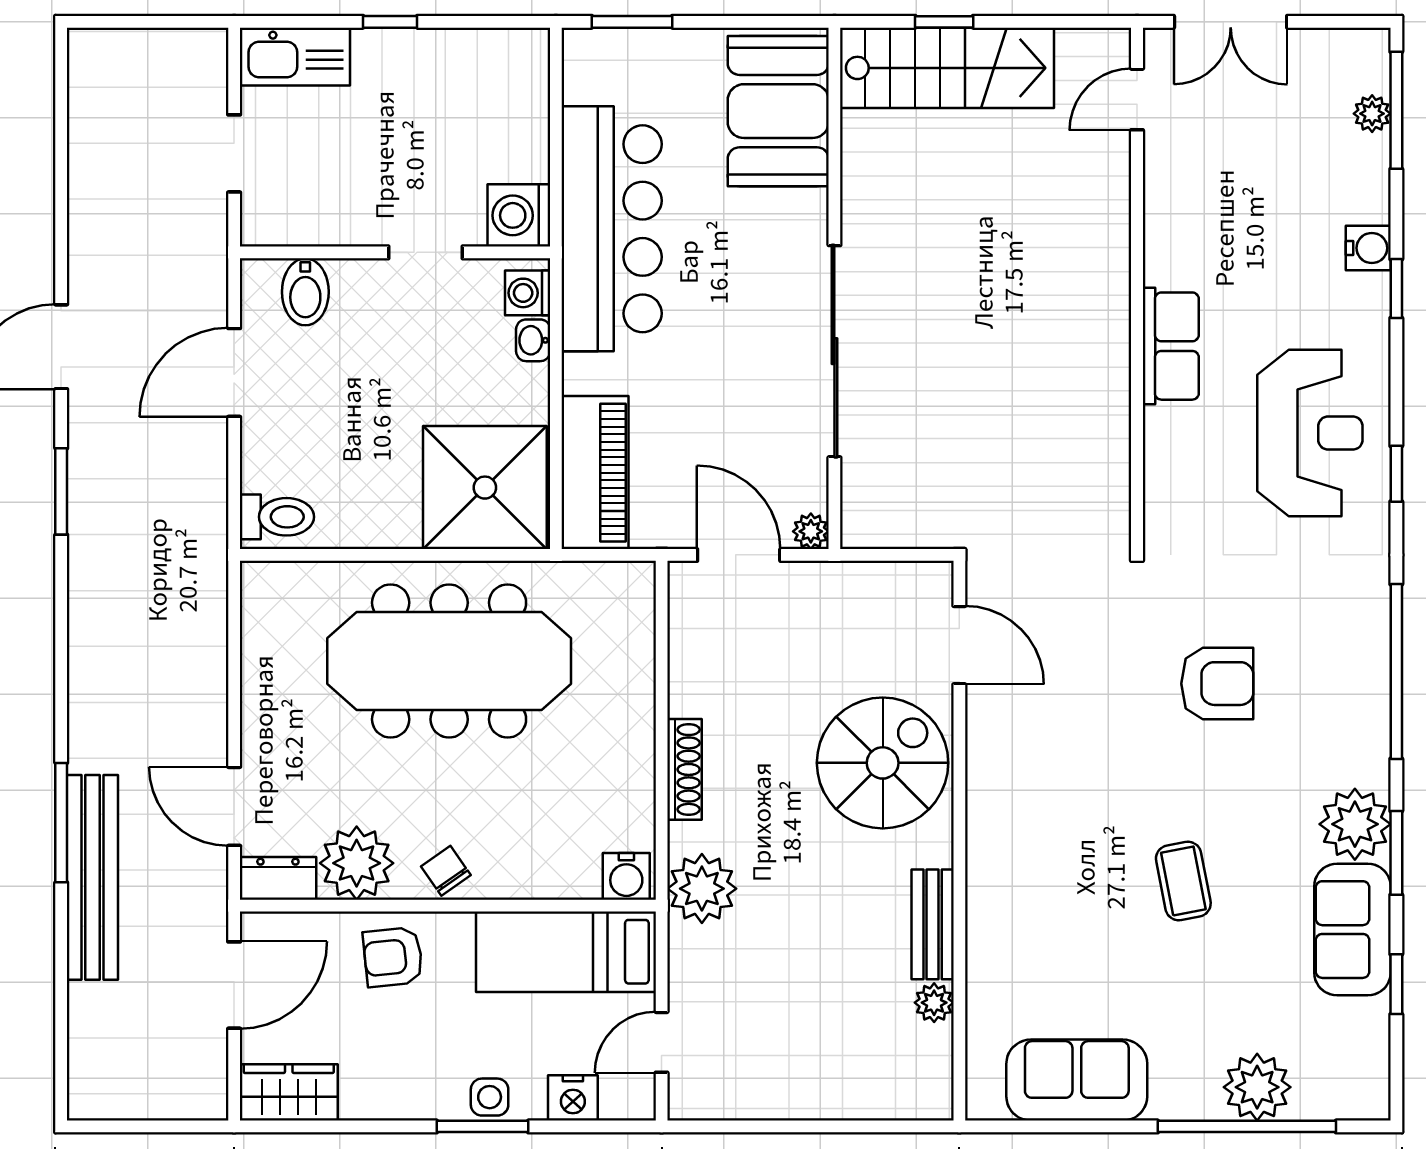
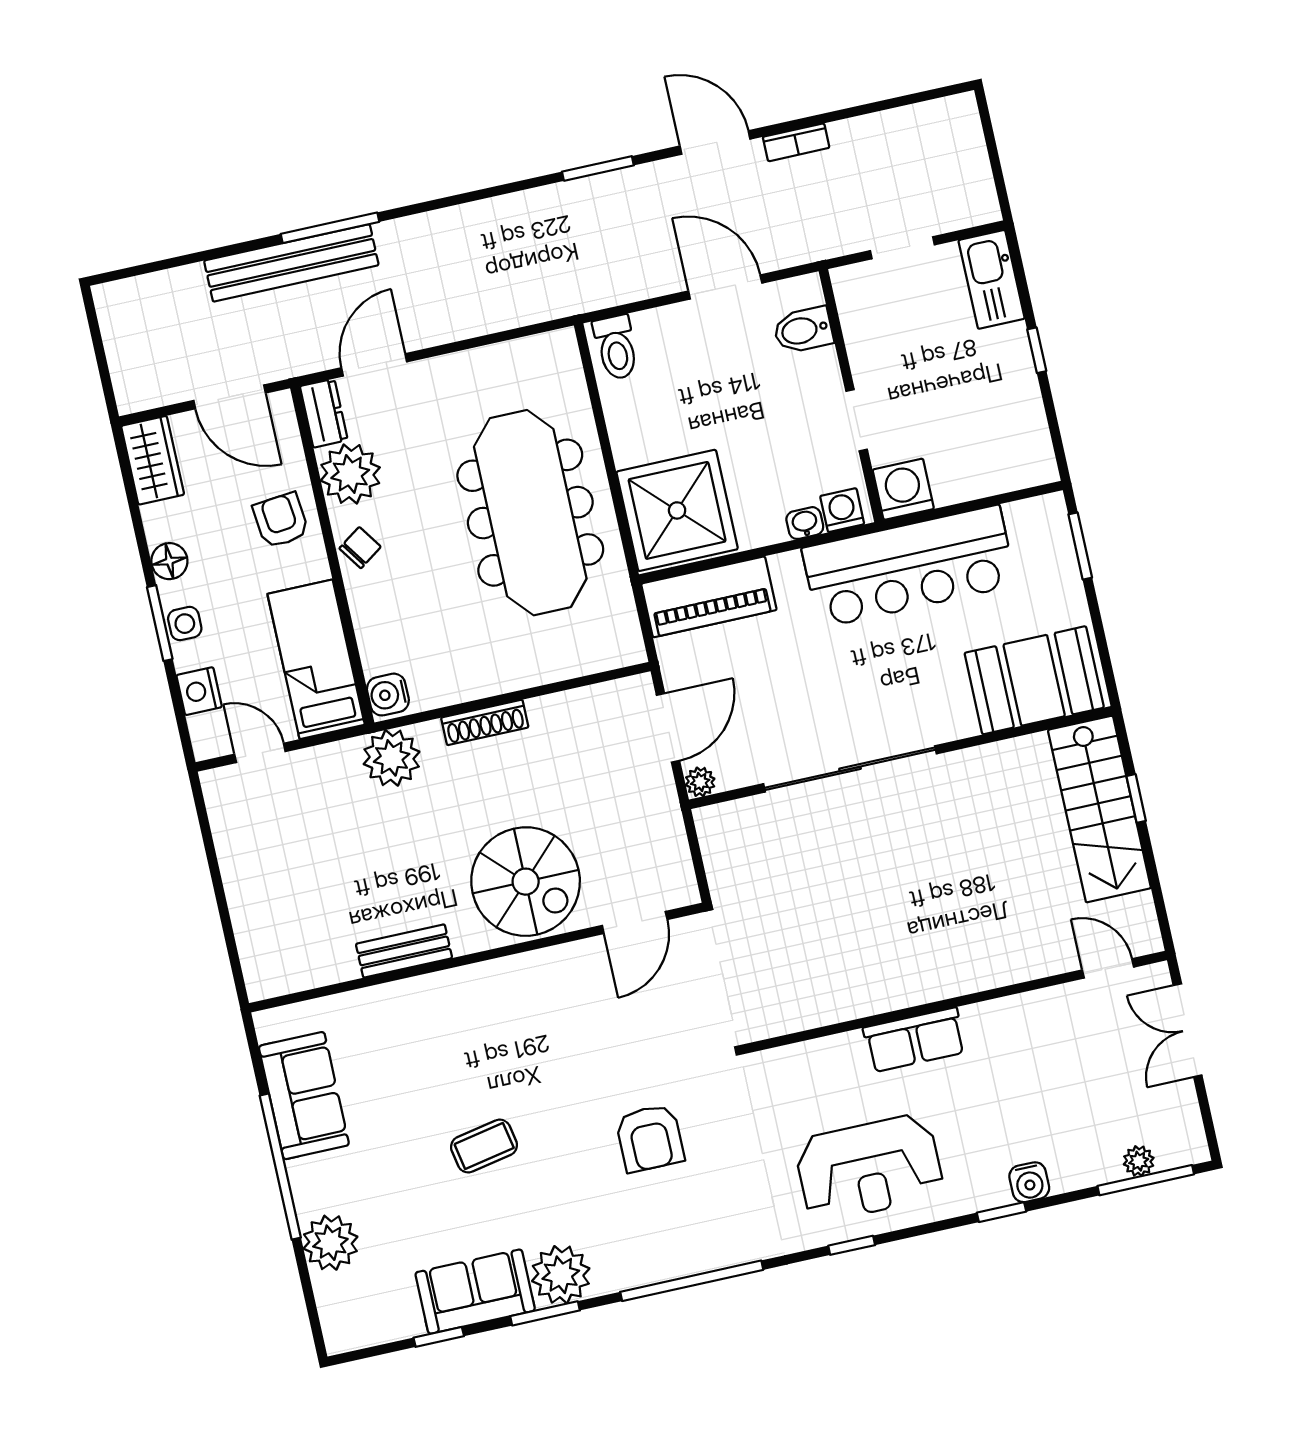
bookcase: (82, 251) -> (796, 142), added
plant: (934, 1003) -> (341, 966), removed
floor lamp: (412, 1099) -> (169, 561), added
window: (1247, 1126) -> (280, 1167), moved

